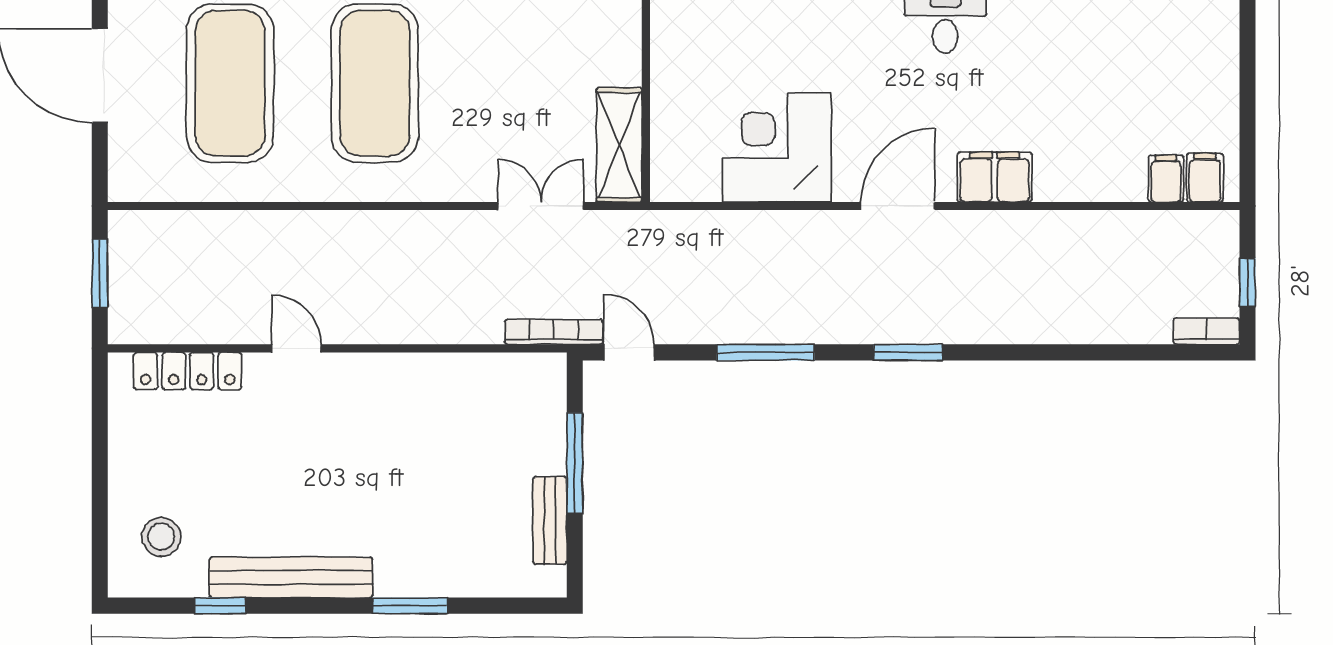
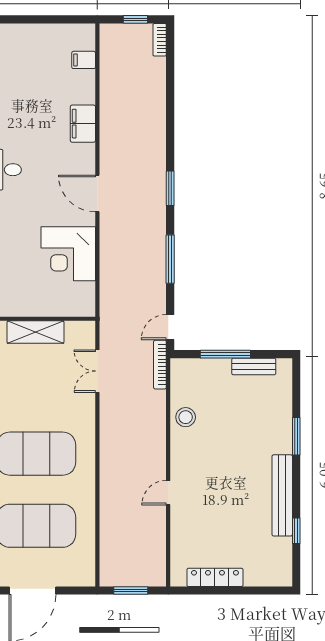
shelving: (619, 145) -> (35, 332), moved
filing cabinet: (995, 177) -> (83, 124), moved
filing cabinet: (1205, 178) -> (83, 40), removed
locker: (188, 371) -> (215, 577), moved, turned -90
stool: (161, 537) -> (186, 417), moved

